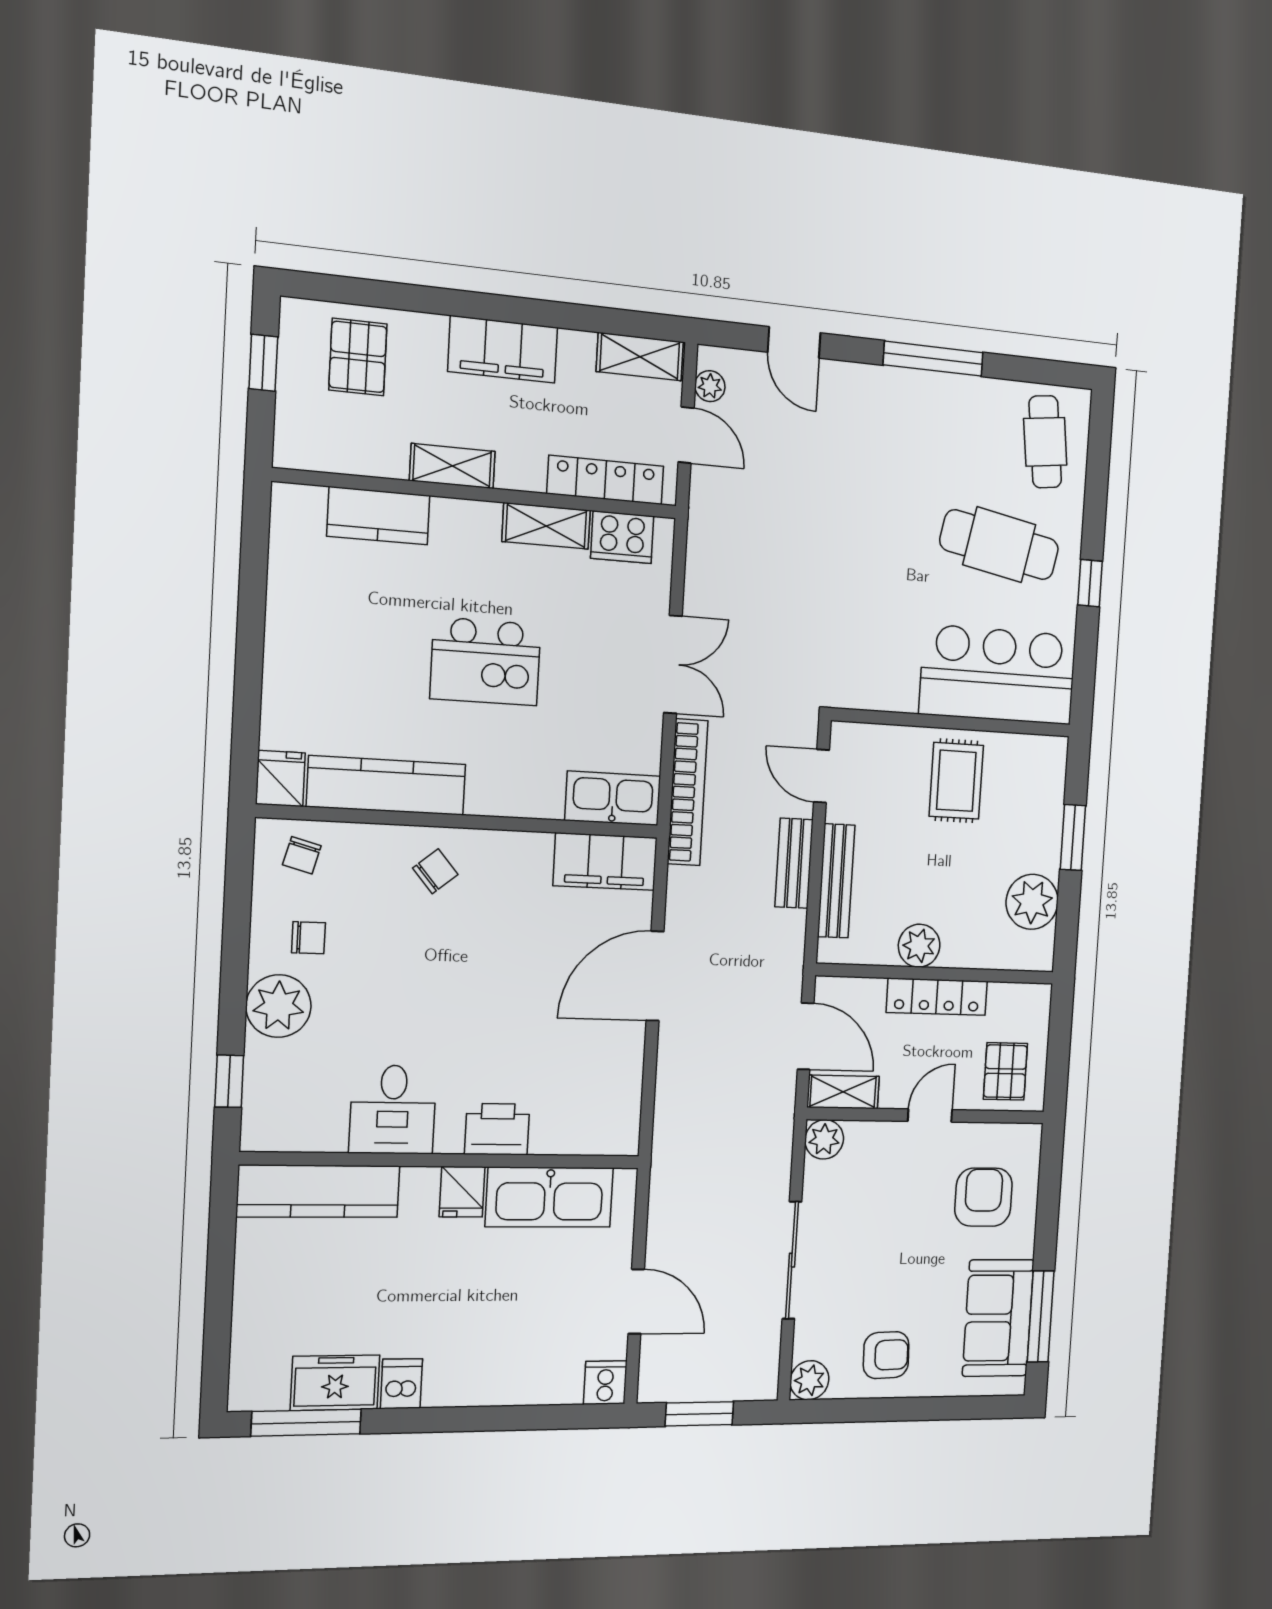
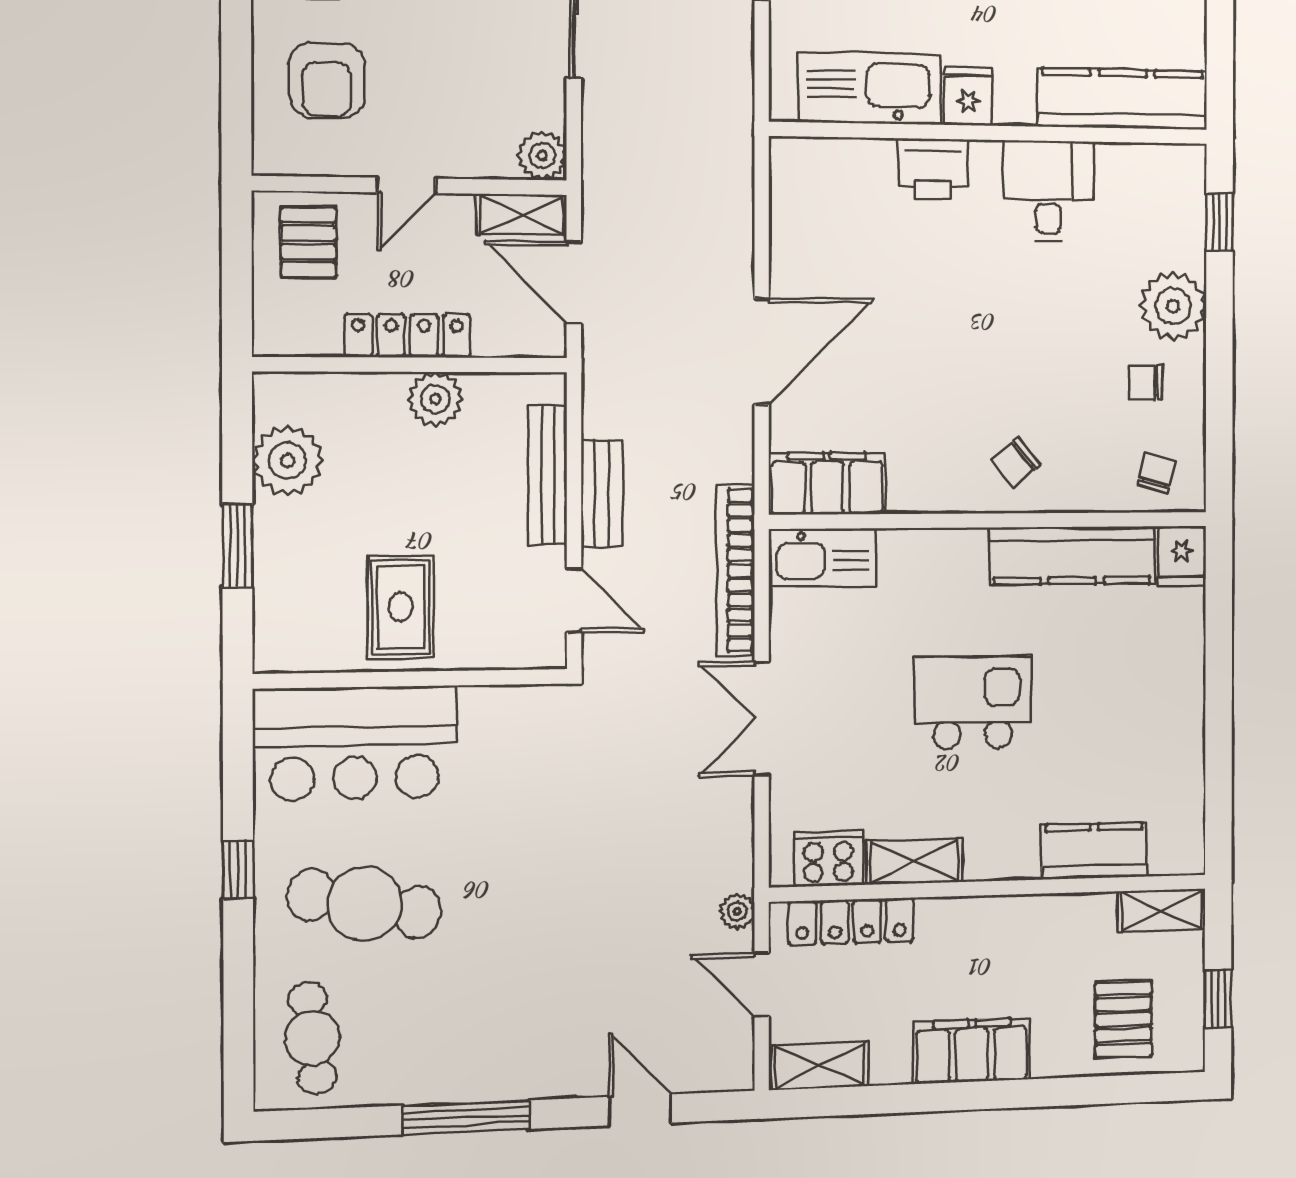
plant: (710, 386) -> (737, 911), moved
shelving: (452, 466) -> (1161, 911), moved

